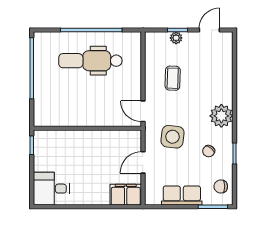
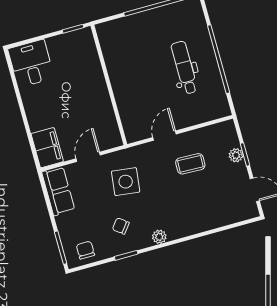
dental chair: (90, 61) -> (184, 68), width x0.73, depth x0.72
door: (143, 111) -> (165, 136), moved
plant: (221, 116) -> (159, 237), width x0.53, depth x0.53
door: (143, 162) -> (88, 157), hinge flipped
row of seats: (182, 195) -> (58, 191), moved

